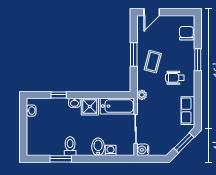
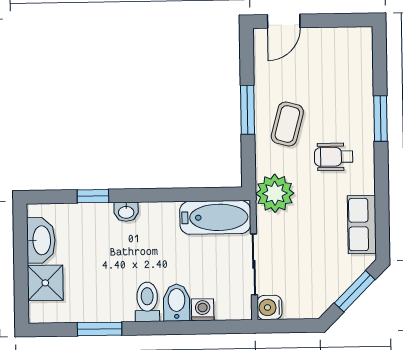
chair: (186, 33) -> (356, 64), removed
plant: (142, 95) -> (275, 193), width x1.87, depth x1.87
shower: (90, 107) -> (45, 283), moved
washbasin: (31, 111) -> (41, 240), width x1.91, depth x1.45
toilet: (70, 146) -> (147, 302), moved

